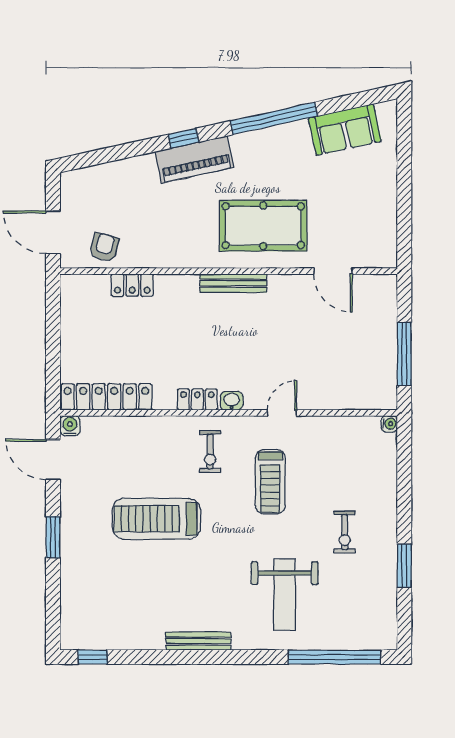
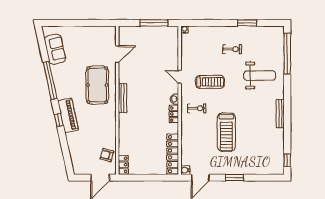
locker: (132, 285) -> (123, 165), moved

